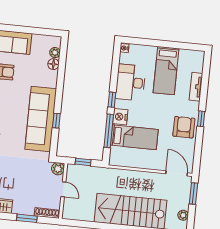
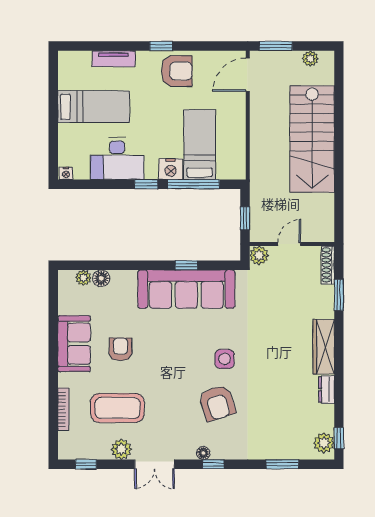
armchair: (184, 127) -> (177, 71), turned 180

